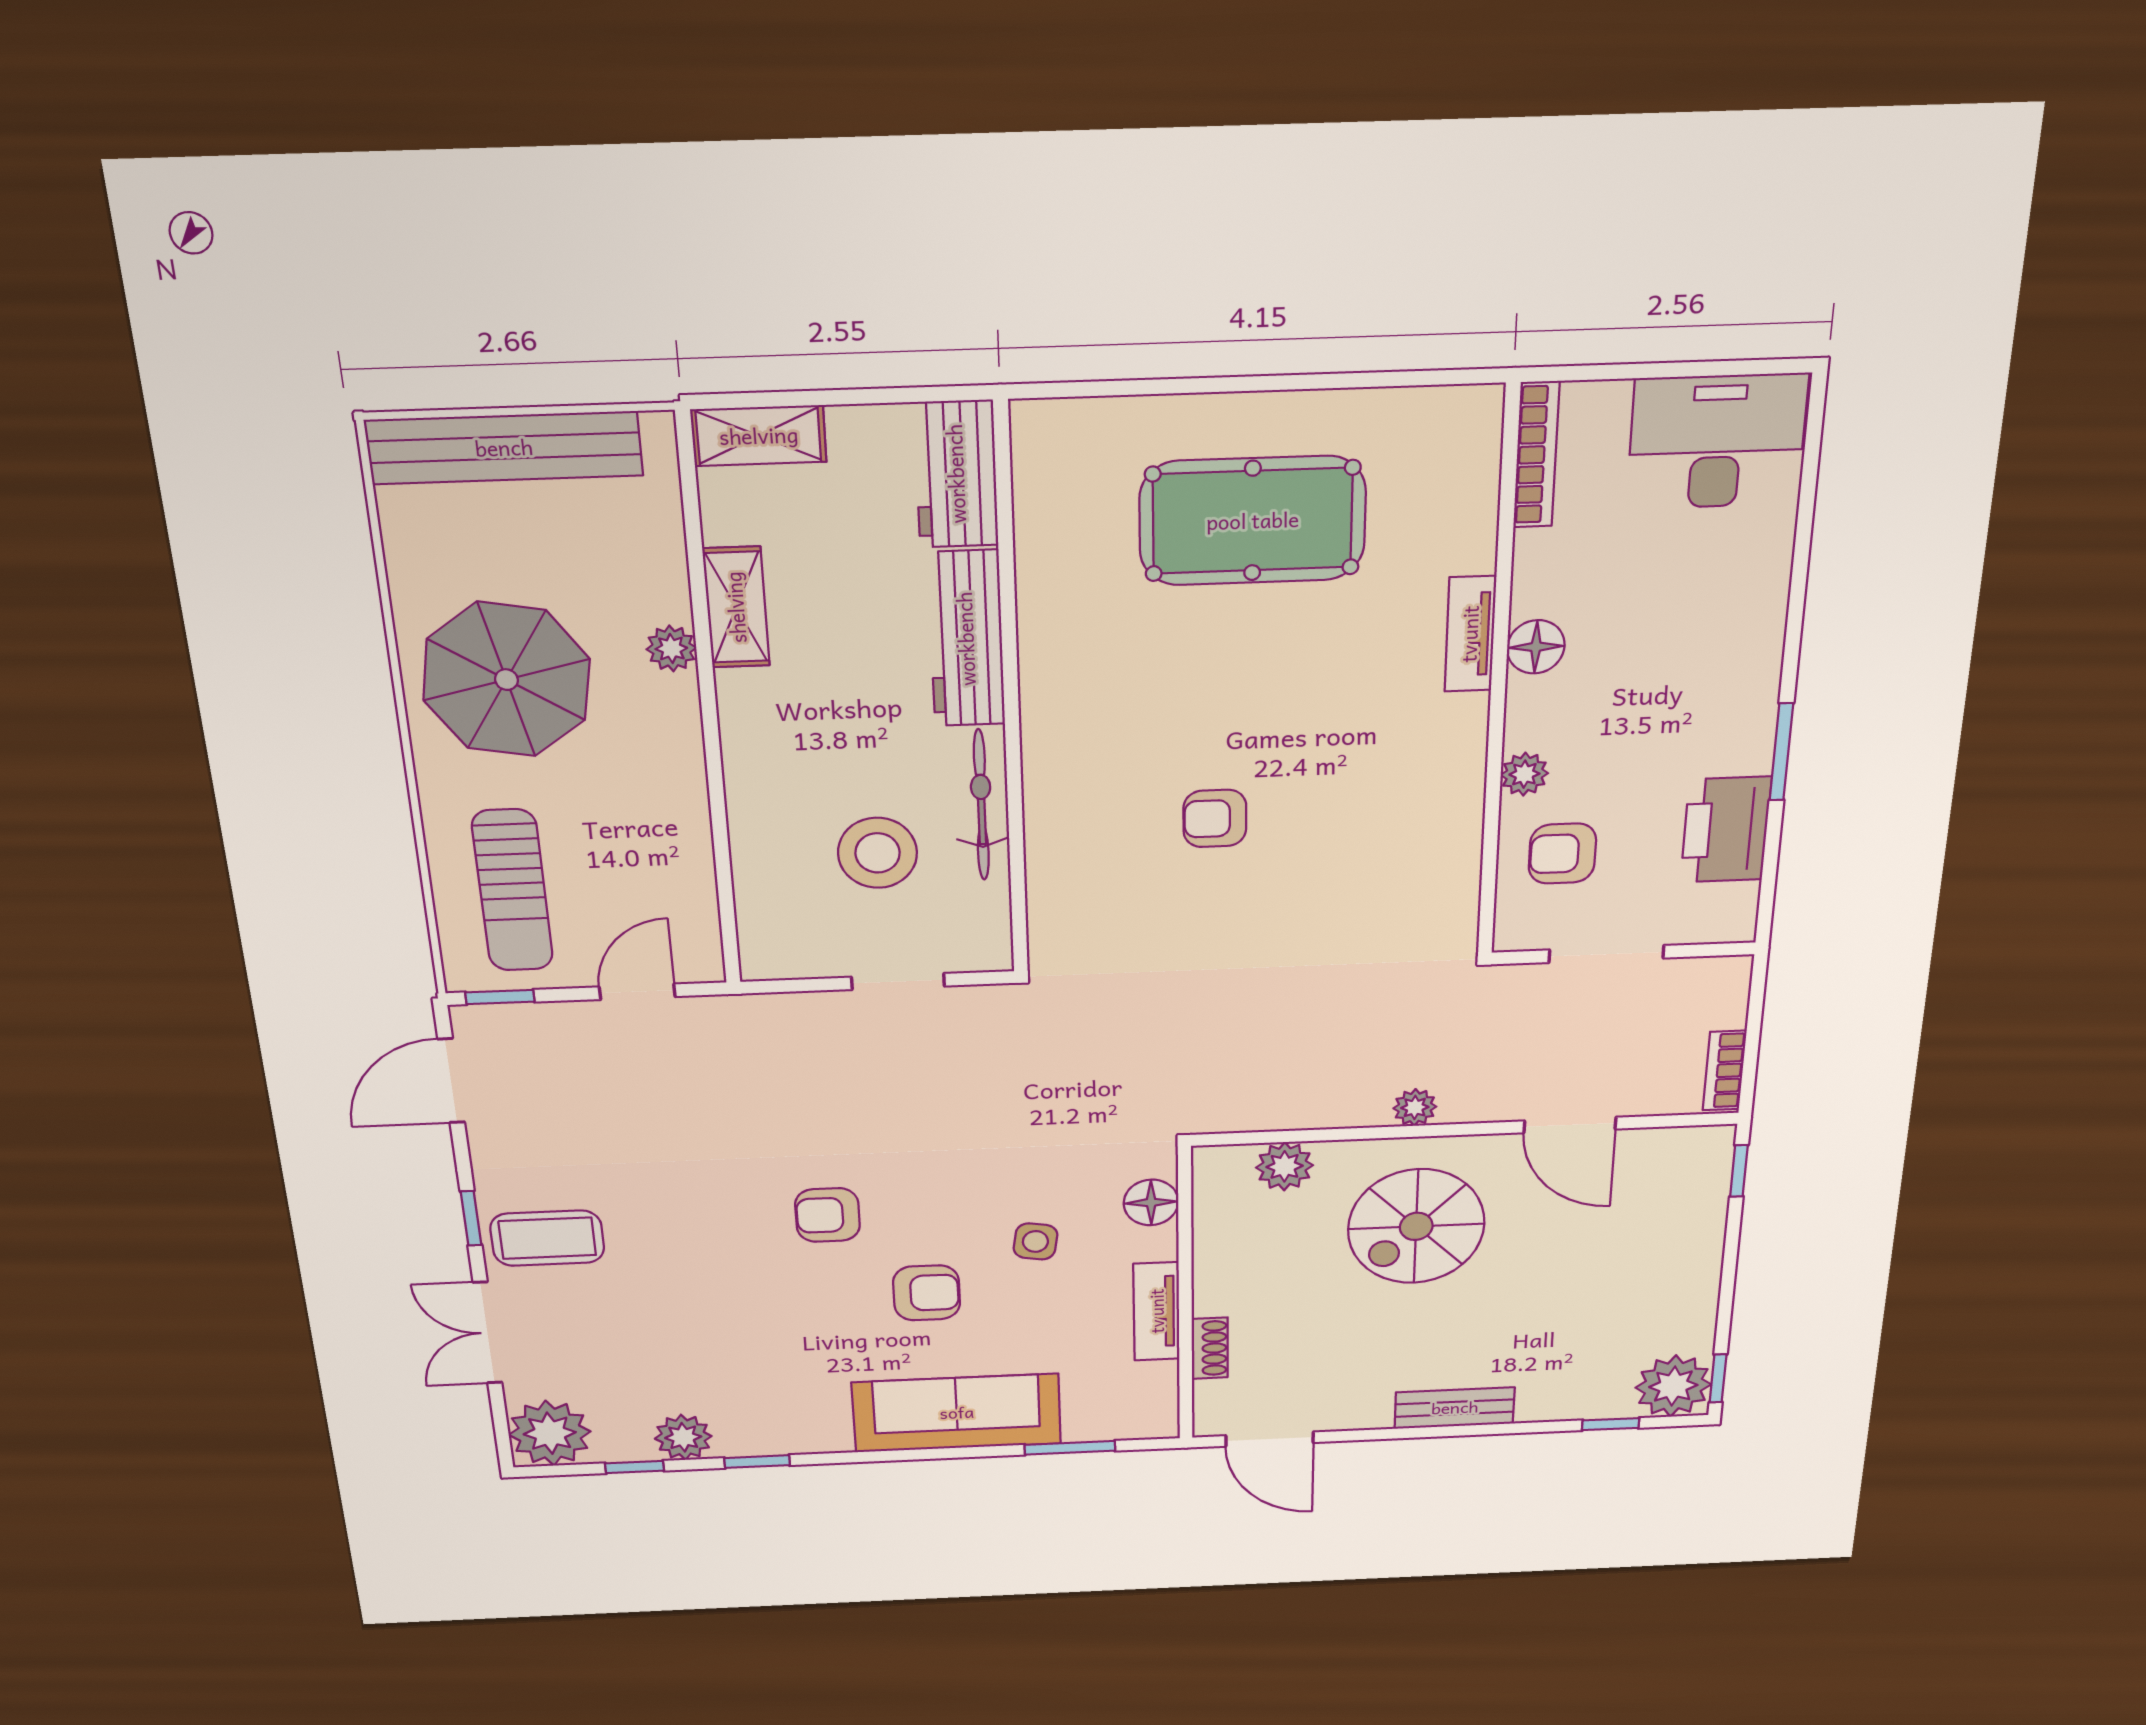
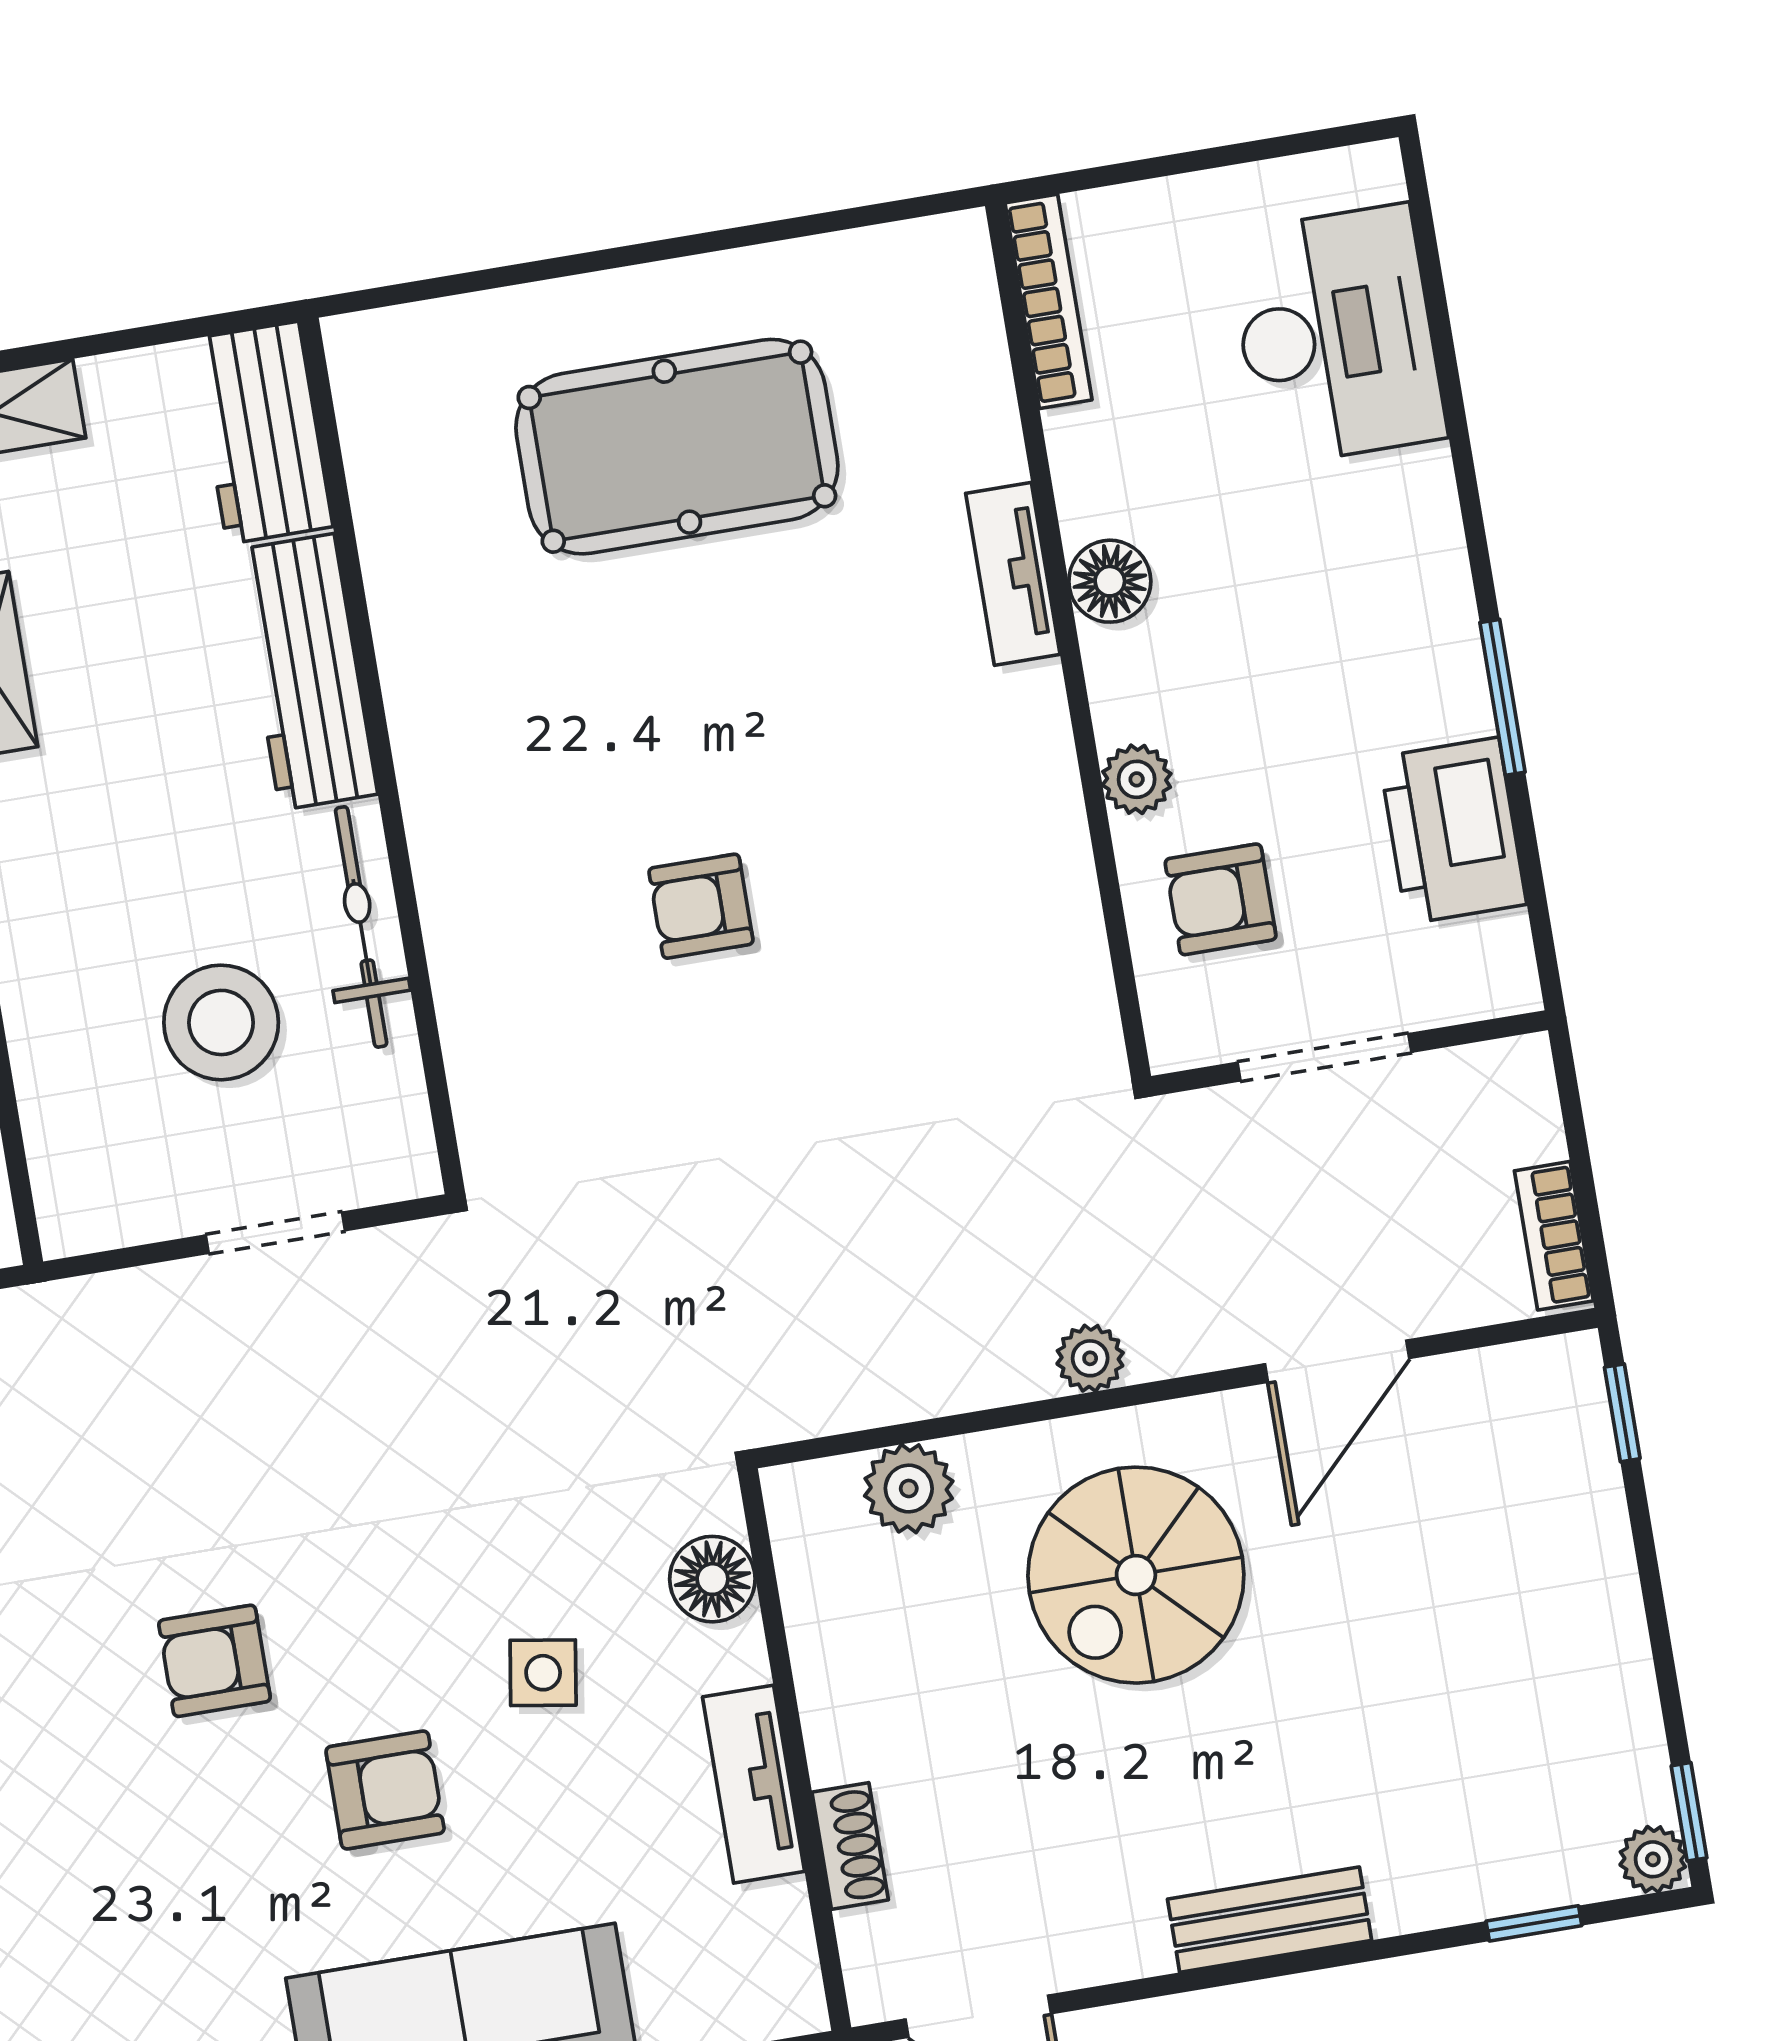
desk: (1717, 442) -> (1336, 335), moved, turned 90
door: (1570, 1125) -> (1337, 1361), hinge flipped
plant: (1673, 1386) -> (1653, 1859), width x0.53, depth x0.53

